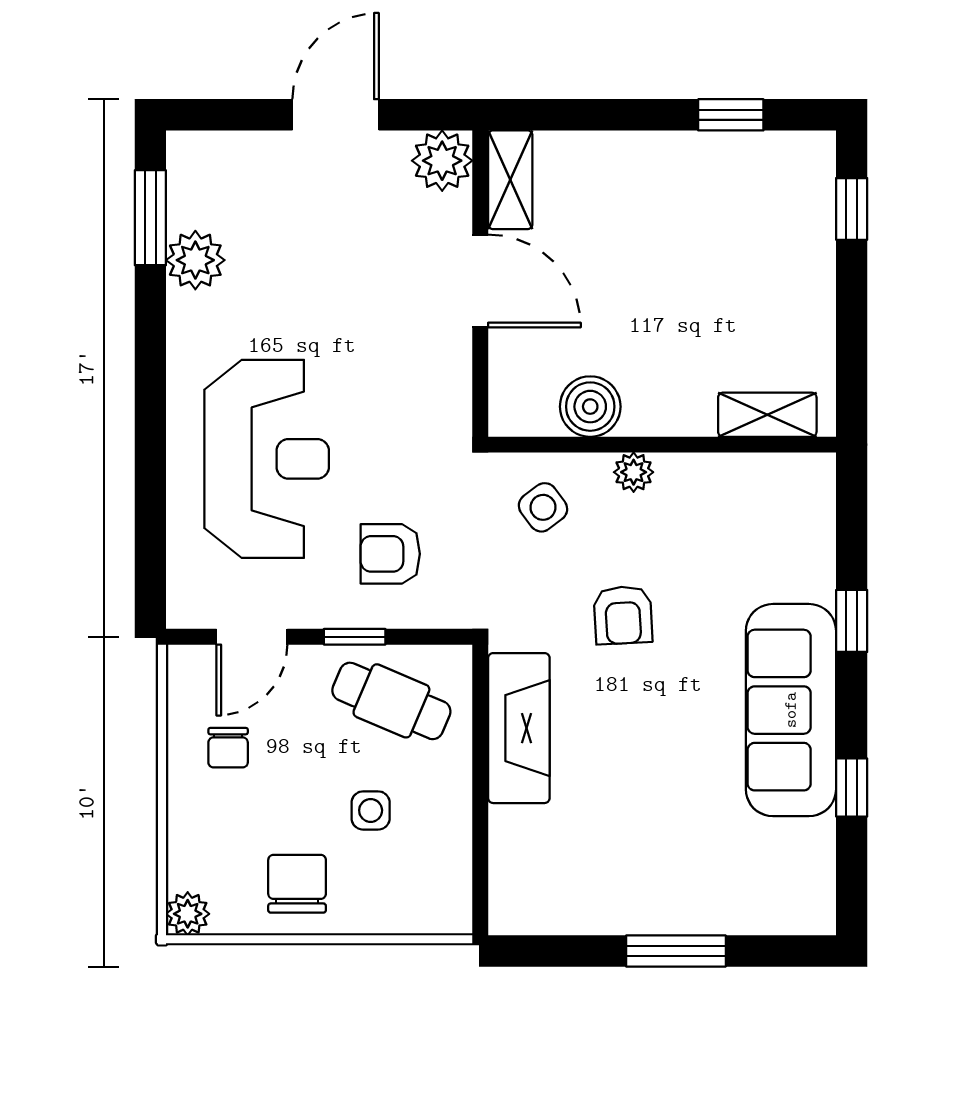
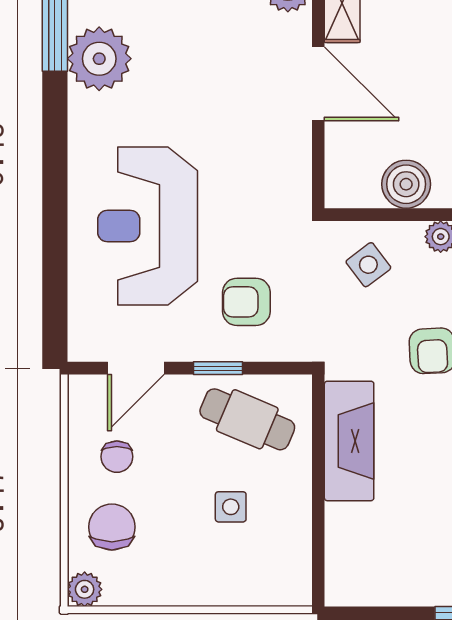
plant: (195, 260) -> (99, 59), width x1.36, depth x1.36
reception desk: (267, 459) -> (148, 226), turned 180
chair: (297, 884) -> (112, 527), moved

